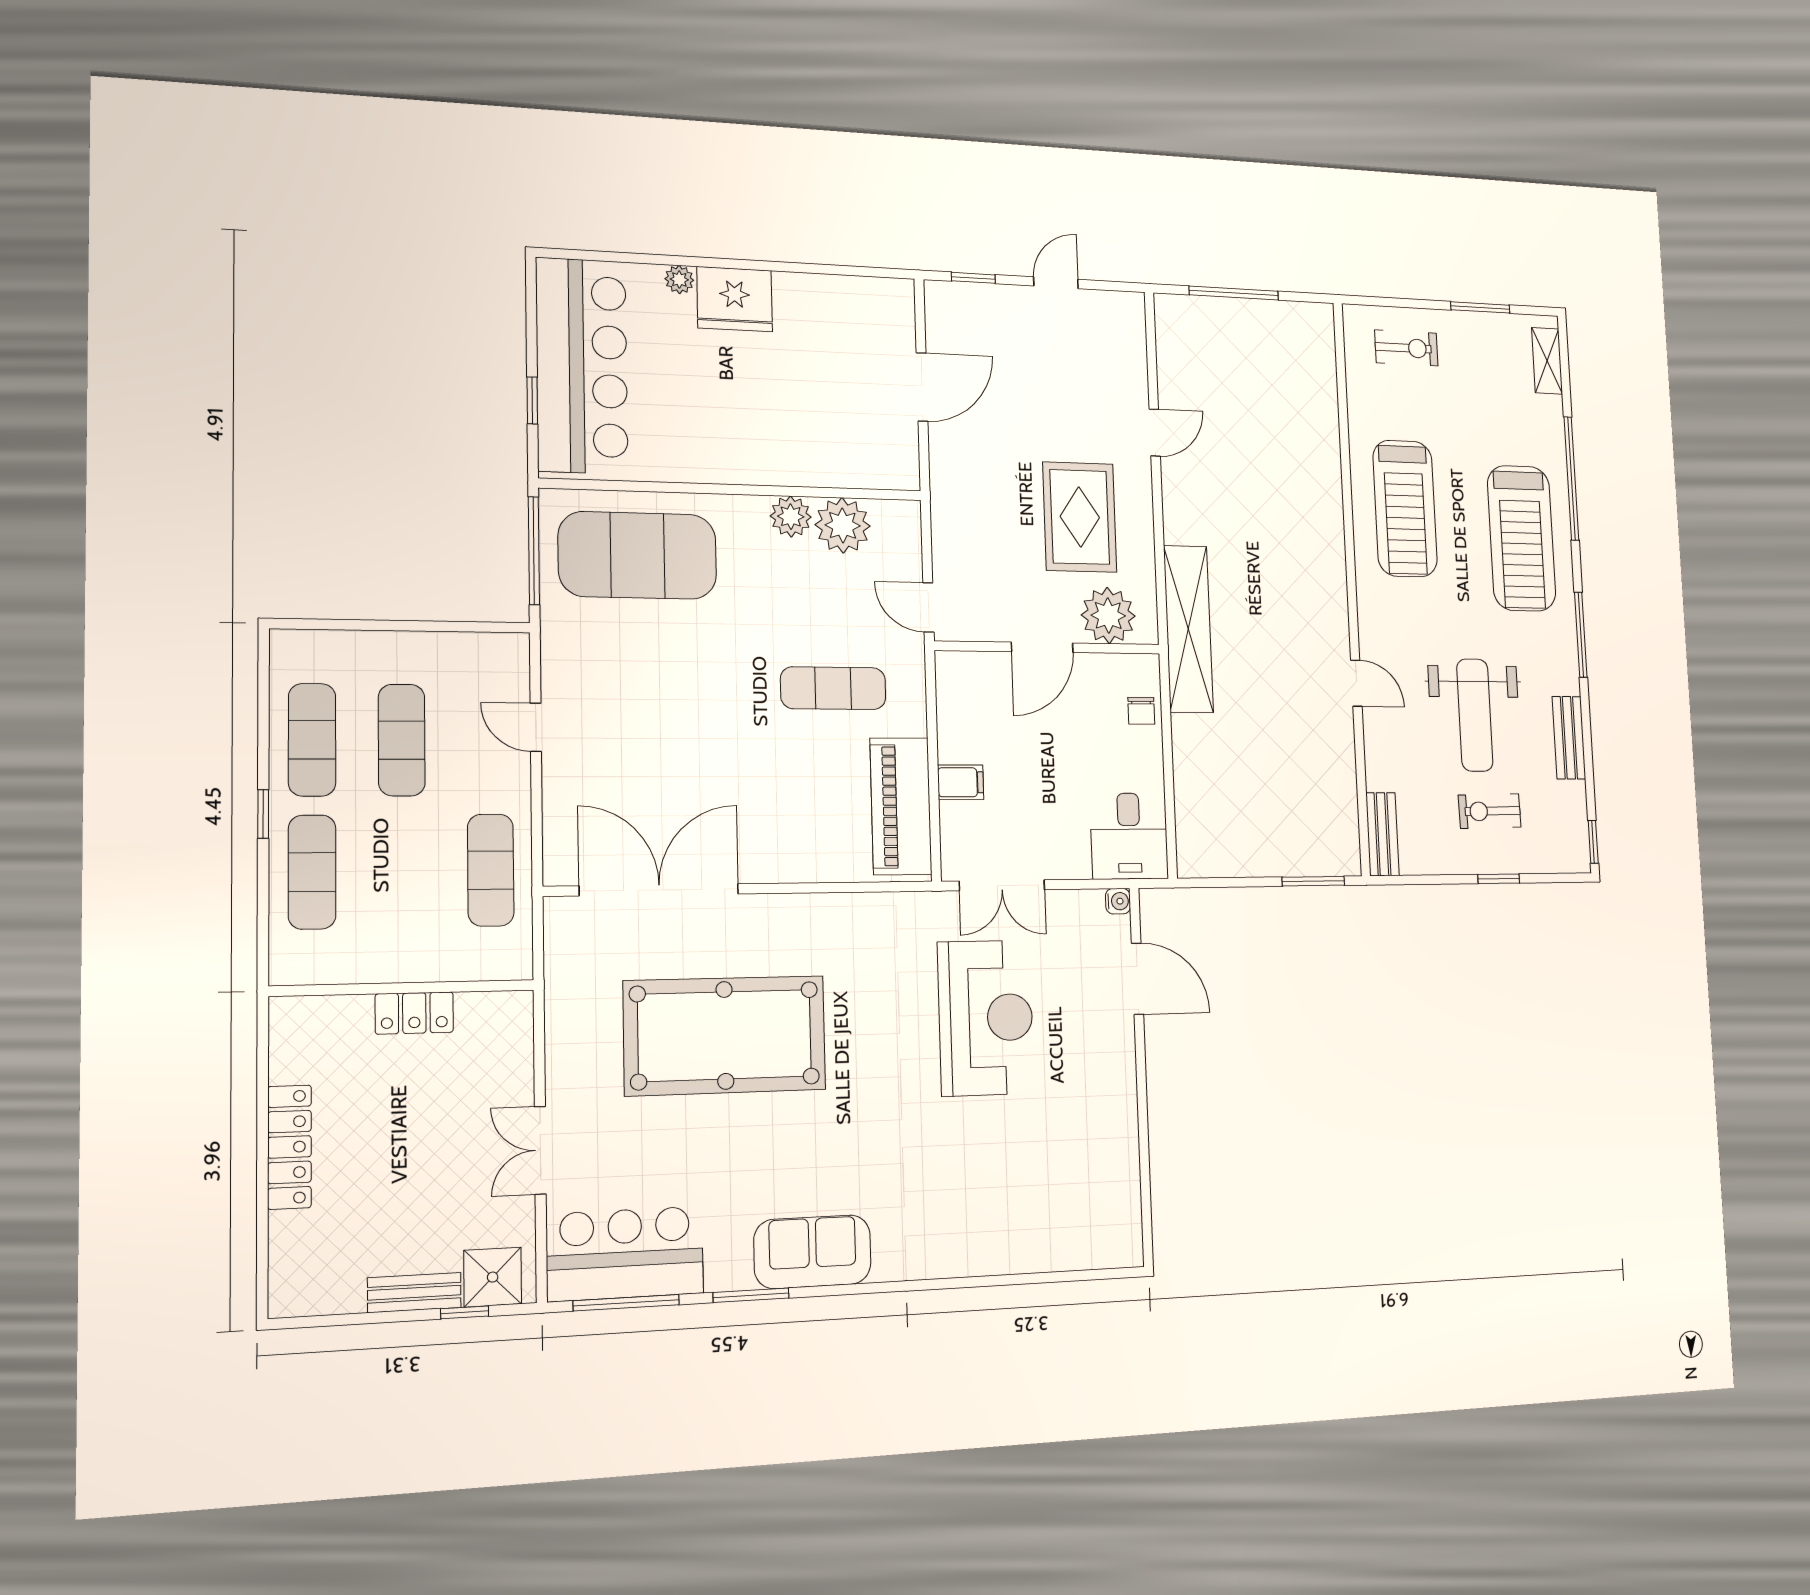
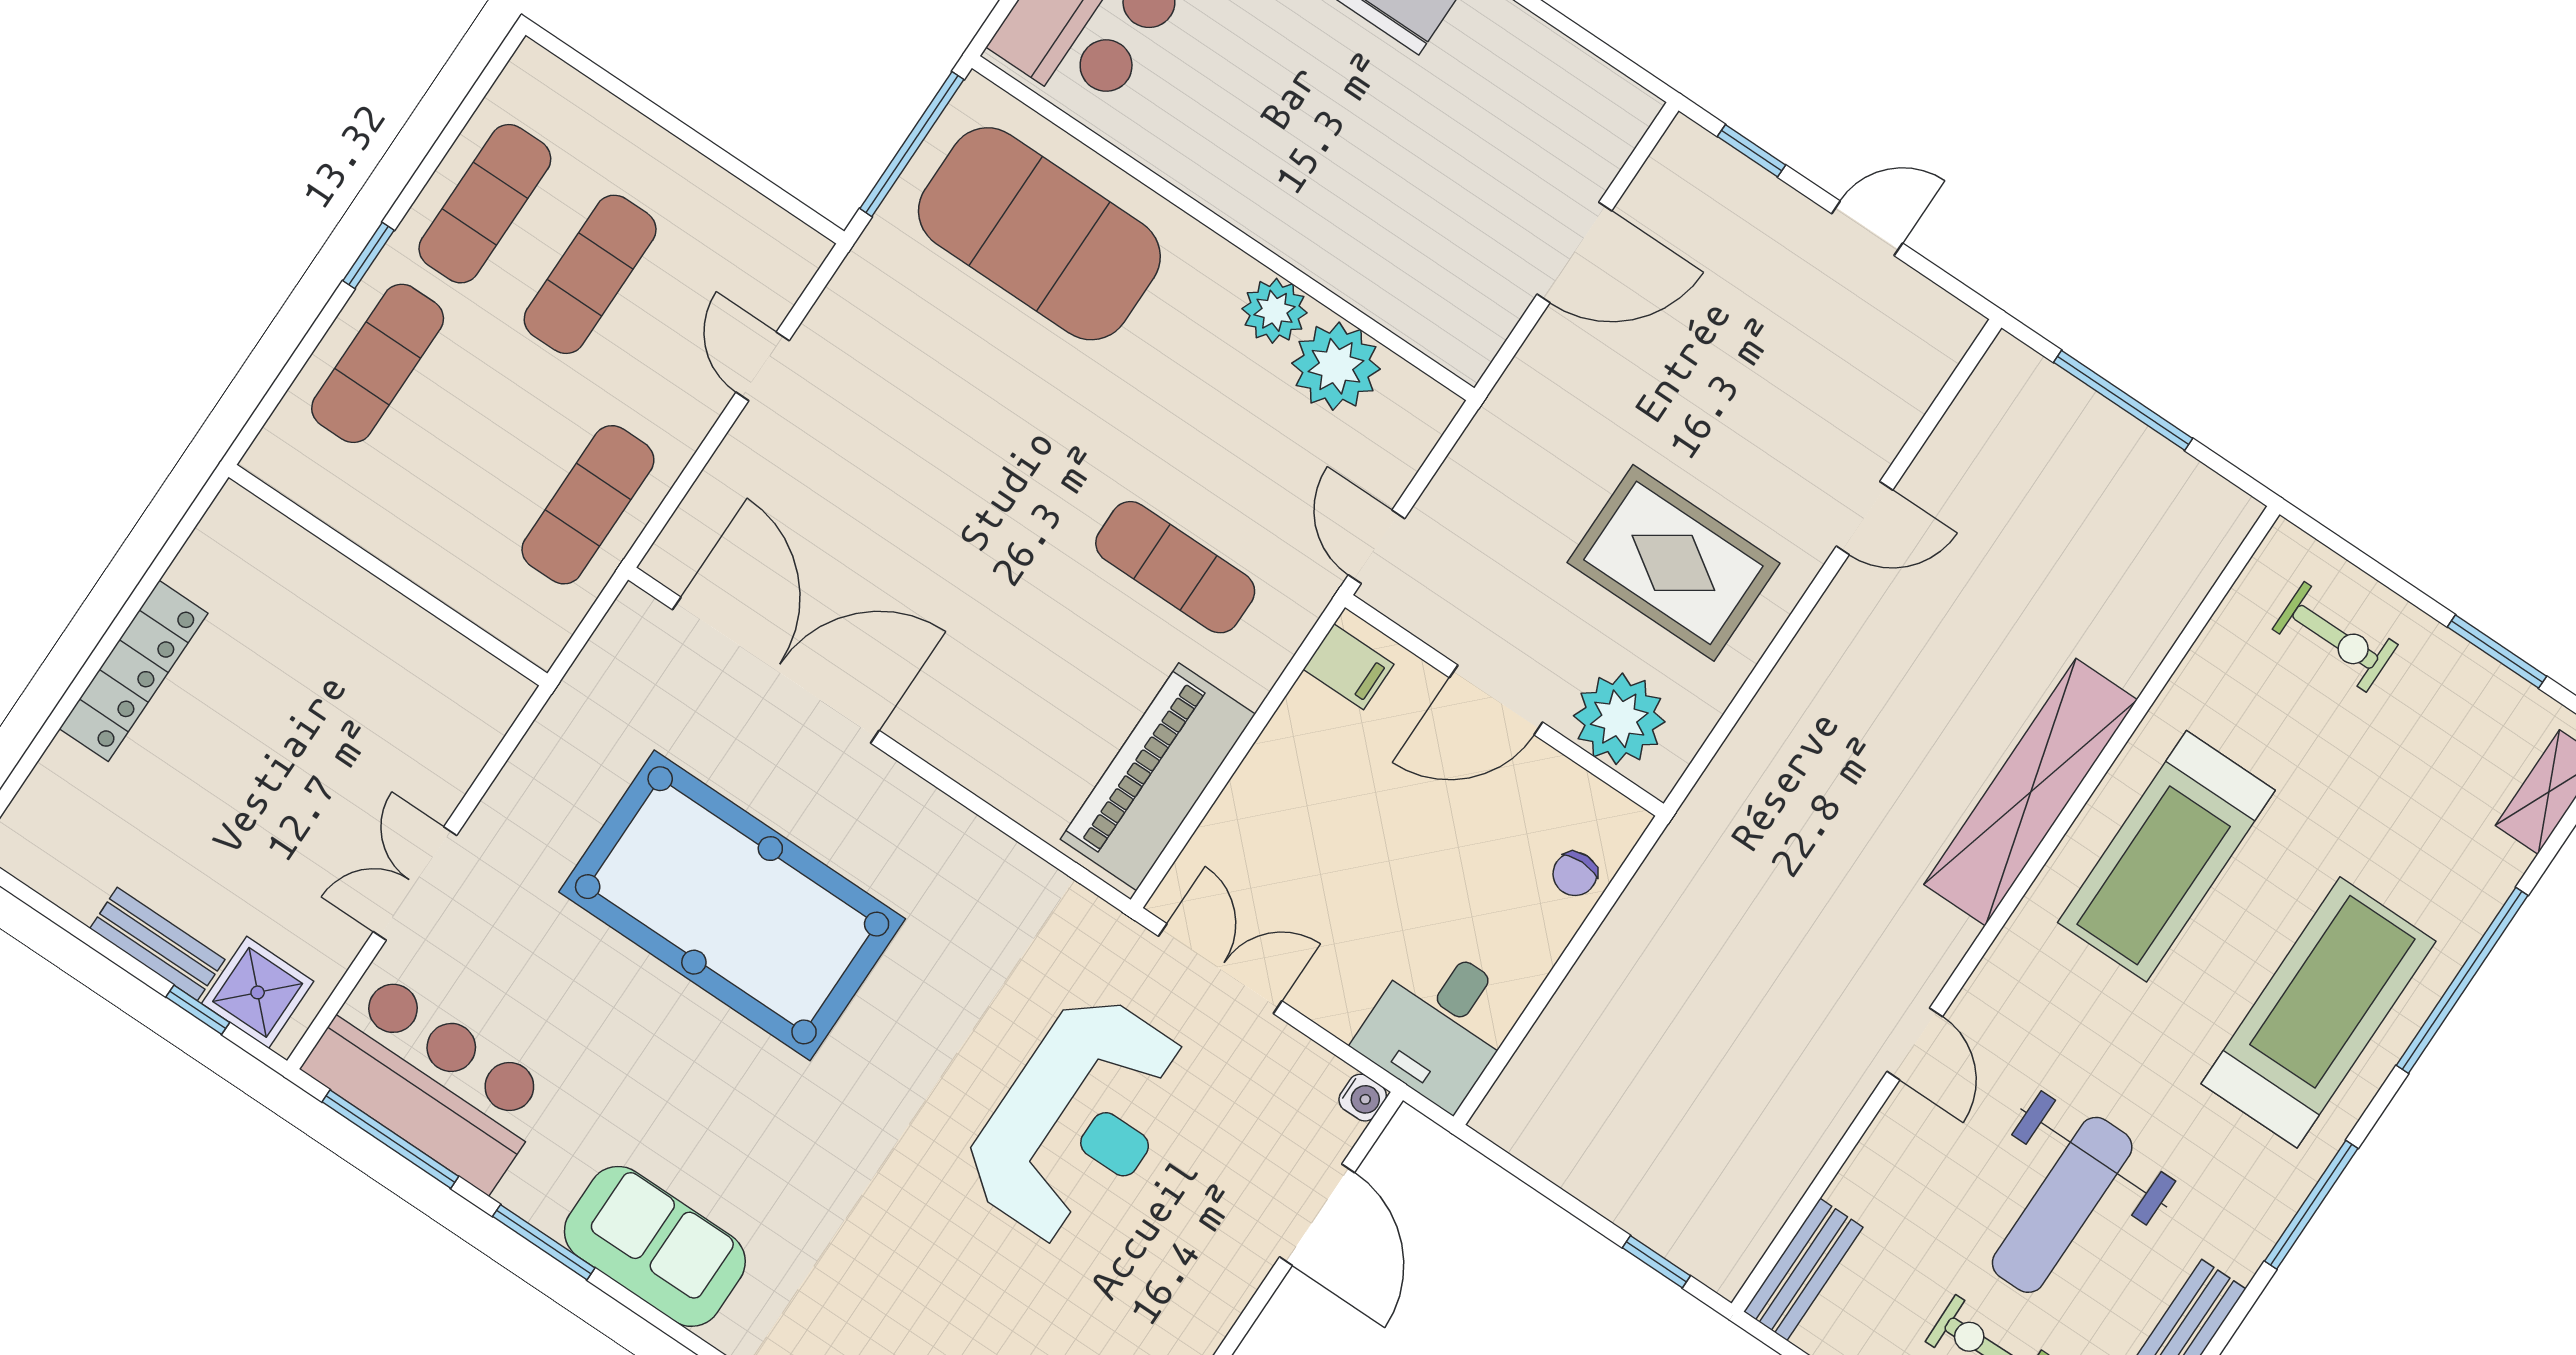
rug: (1080, 517) -> (1673, 563), turned 90
treadmill: (1522, 538) -> (2318, 1012), turned 180
shelving: (1188, 629) -> (2031, 792), moved
filing cabinet: (961, 782) -> (1349, 667), moved
window: (1313, 881) -> (1656, 1262), width x0.67
double door: (1002, 885) -> (1220, 969), swing flipped
locker: (414, 1013) -> (381, 615), removed

